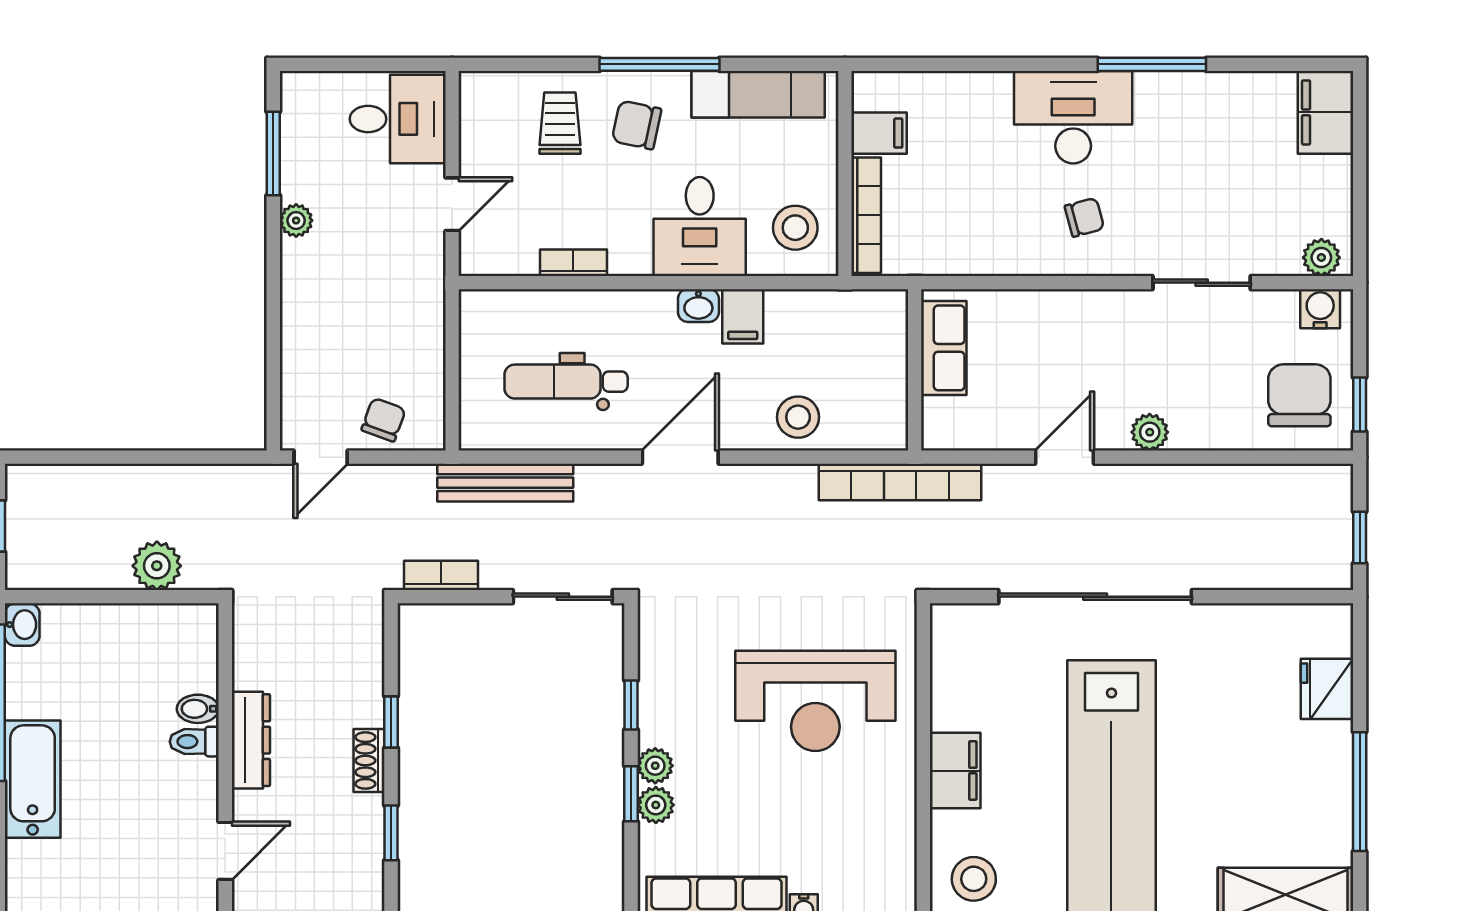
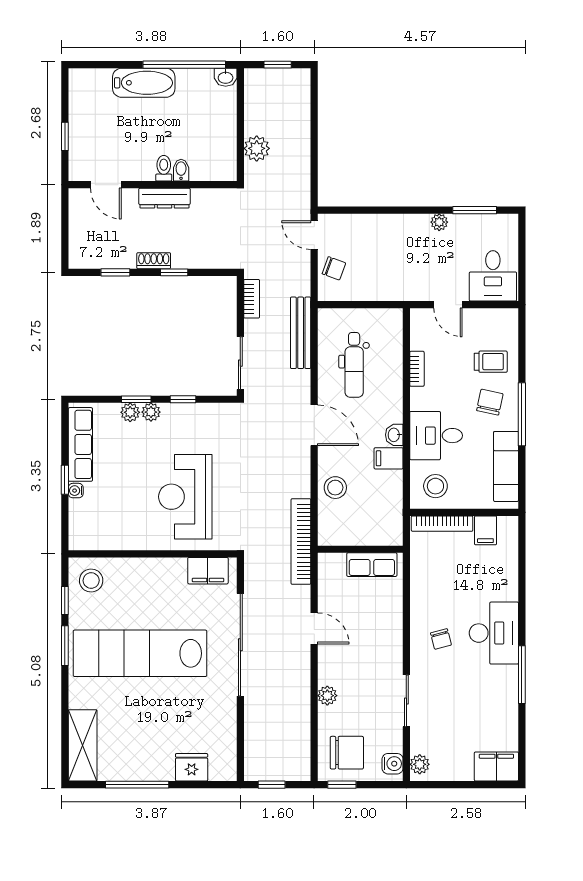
dental chair: (566, 382) -> (354, 365), turned 180
plant: (1150, 432) -> (327, 696), moved
filing cabinet: (955, 771) -> (208, 571), moved

